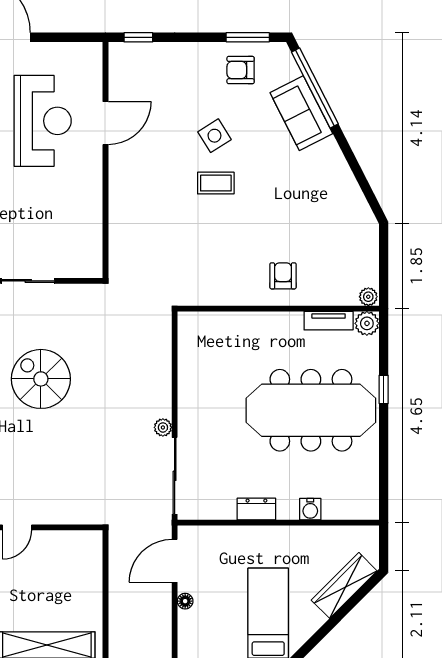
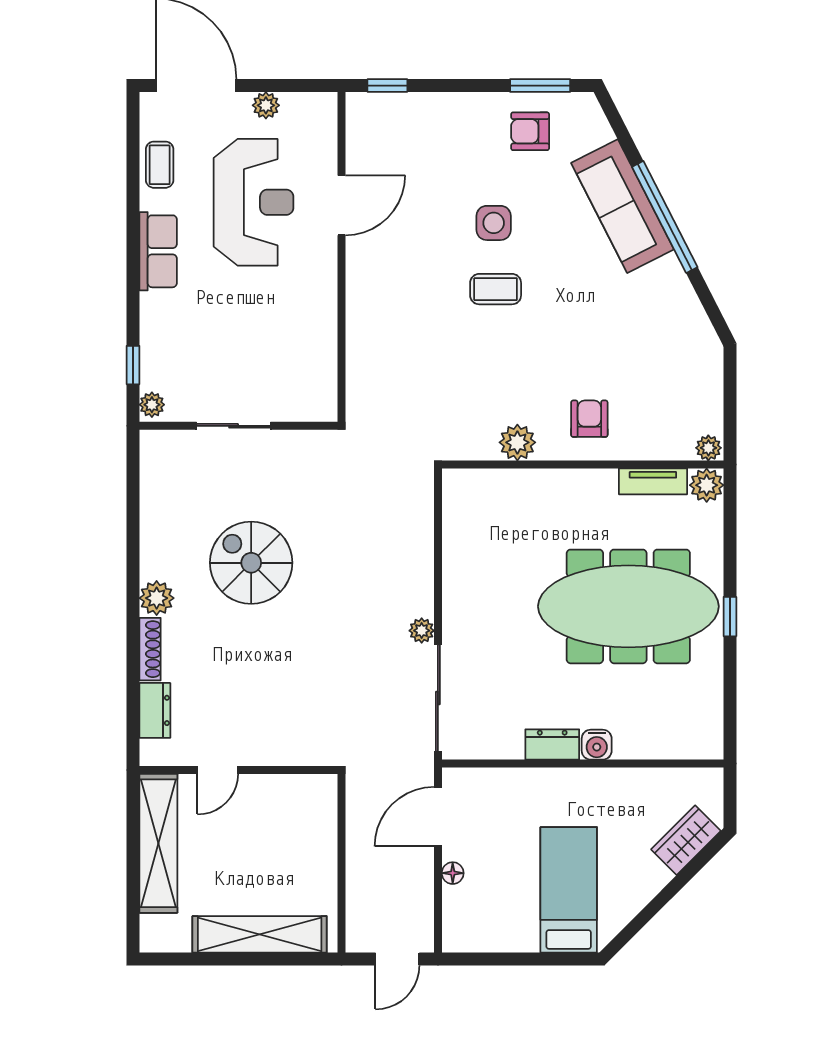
plant: (51, 51) -> (266, 105), added
window: (315, 88) -> (665, 217), moved
sofa: (301, 113) -> (623, 206), width x1.36
side table: (214, 136) -> (494, 223), turned 32
plant: (231, 293) -> (517, 442), added
window: (384, 389) -> (730, 617), moved
water cooler: (310, 509) -> (597, 745), moved
wardrobe: (344, 585) -> (686, 840), width x0.67

